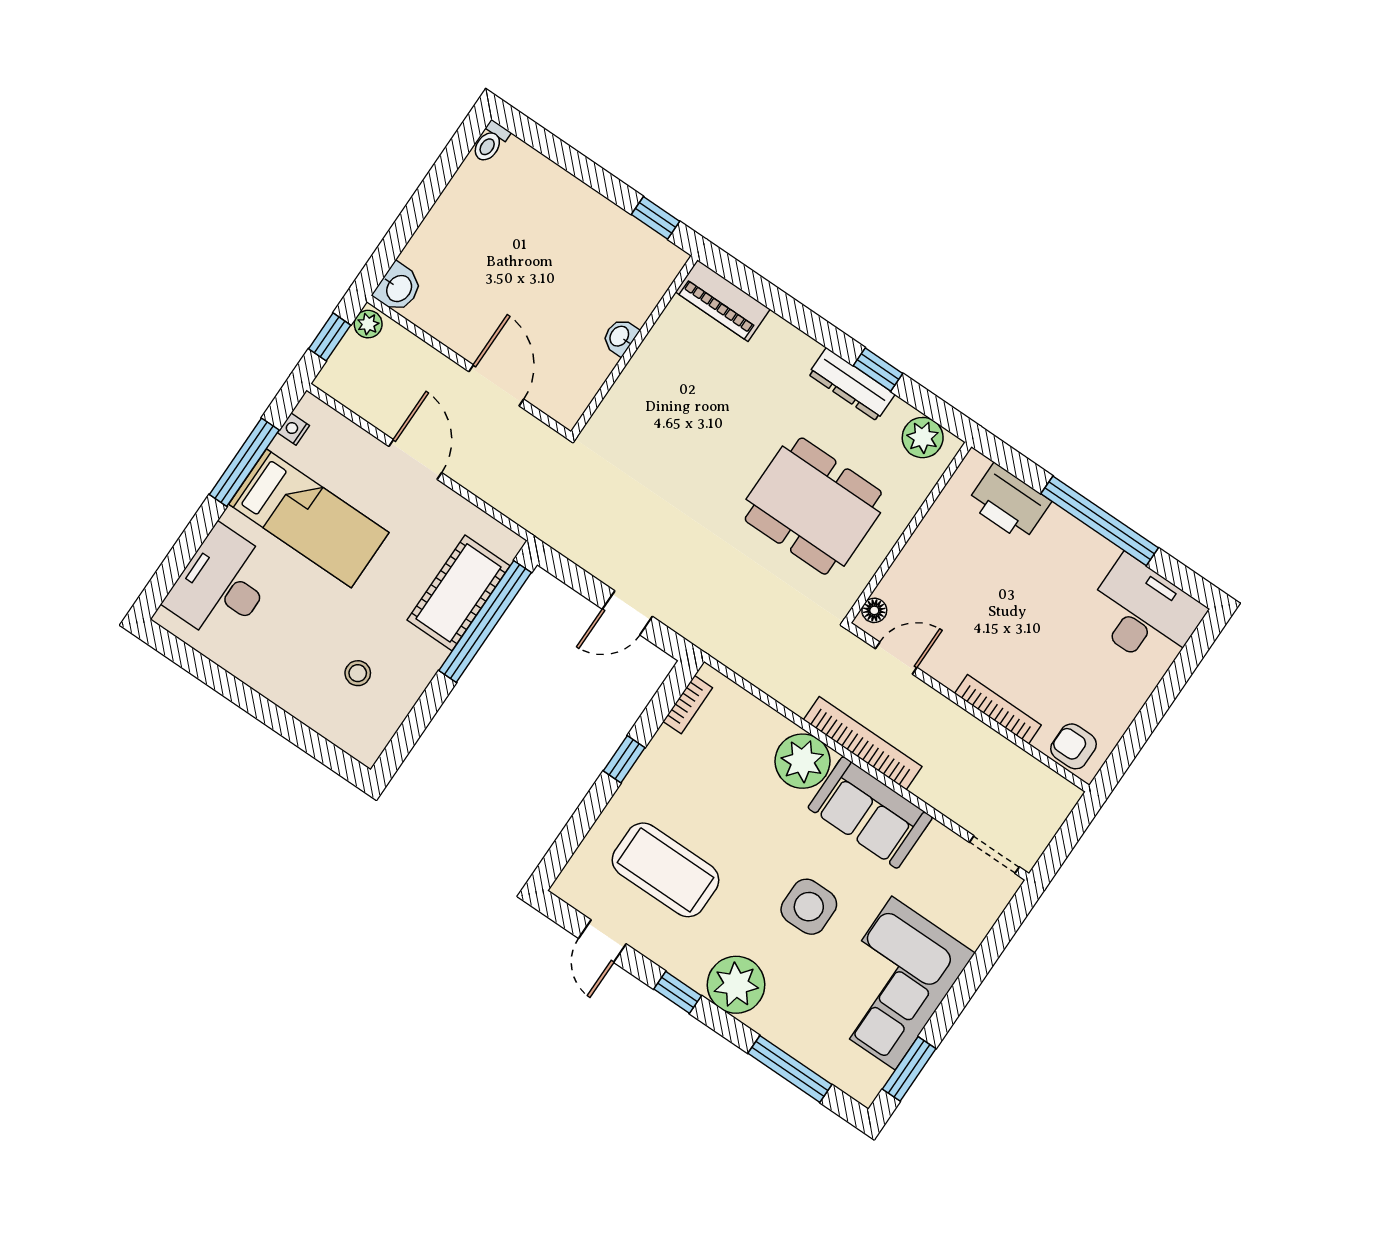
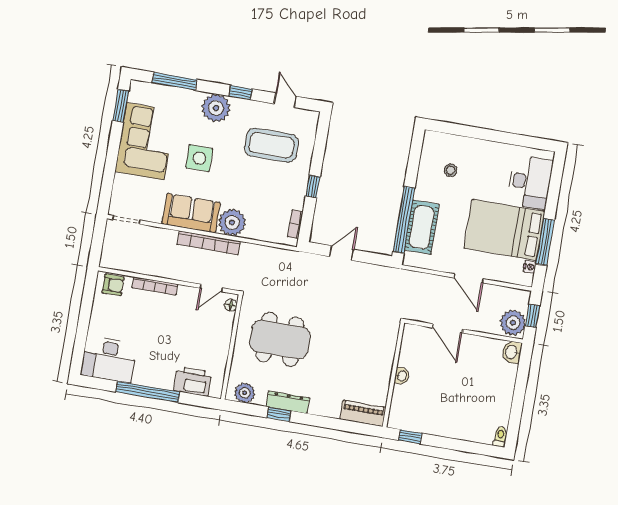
plant: (368, 324) -> (513, 323), width x1.88, depth x1.88
bed: (309, 518) -> (504, 230), width x1.50

